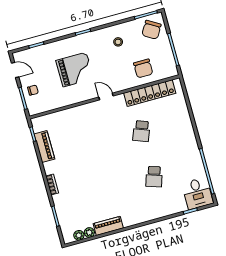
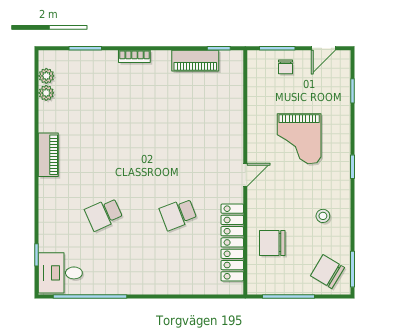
school desk: (141, 131) -> (178, 214), turned -42
school desk: (154, 177) -> (104, 214), turned -42
piano: (108, 226) -> (48, 155), moved

